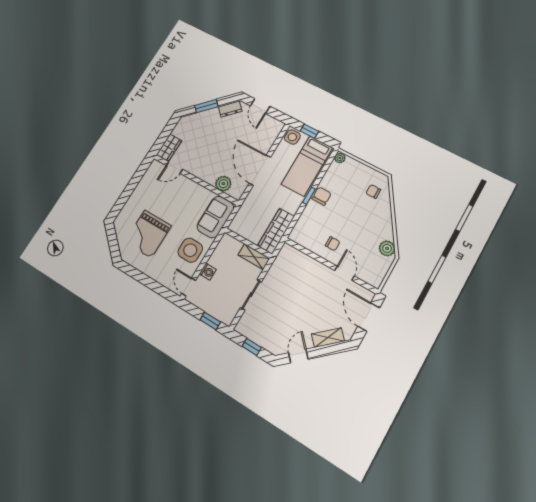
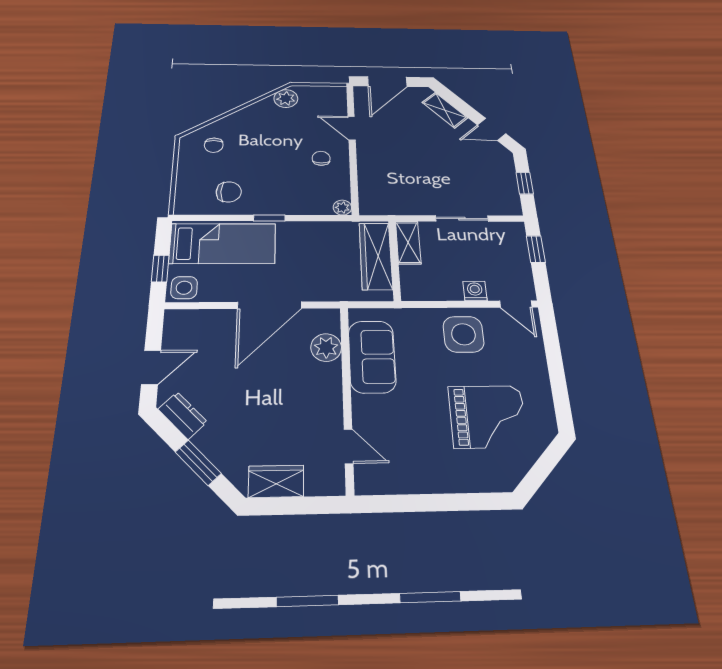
wardrobe: (169, 148) -> (276, 481), moved
plant: (340, 158) -> (342, 208), moved
chair: (322, 196) -> (229, 192), moved, turned 180
sofa: (215, 217) -> (372, 357), moved, turned -90
wardrobe: (276, 231) -> (376, 256), moved, turned 90
door: (345, 273) -> (352, 128), hinge flipped
door: (189, 287) -> (516, 304), hinge flipped

